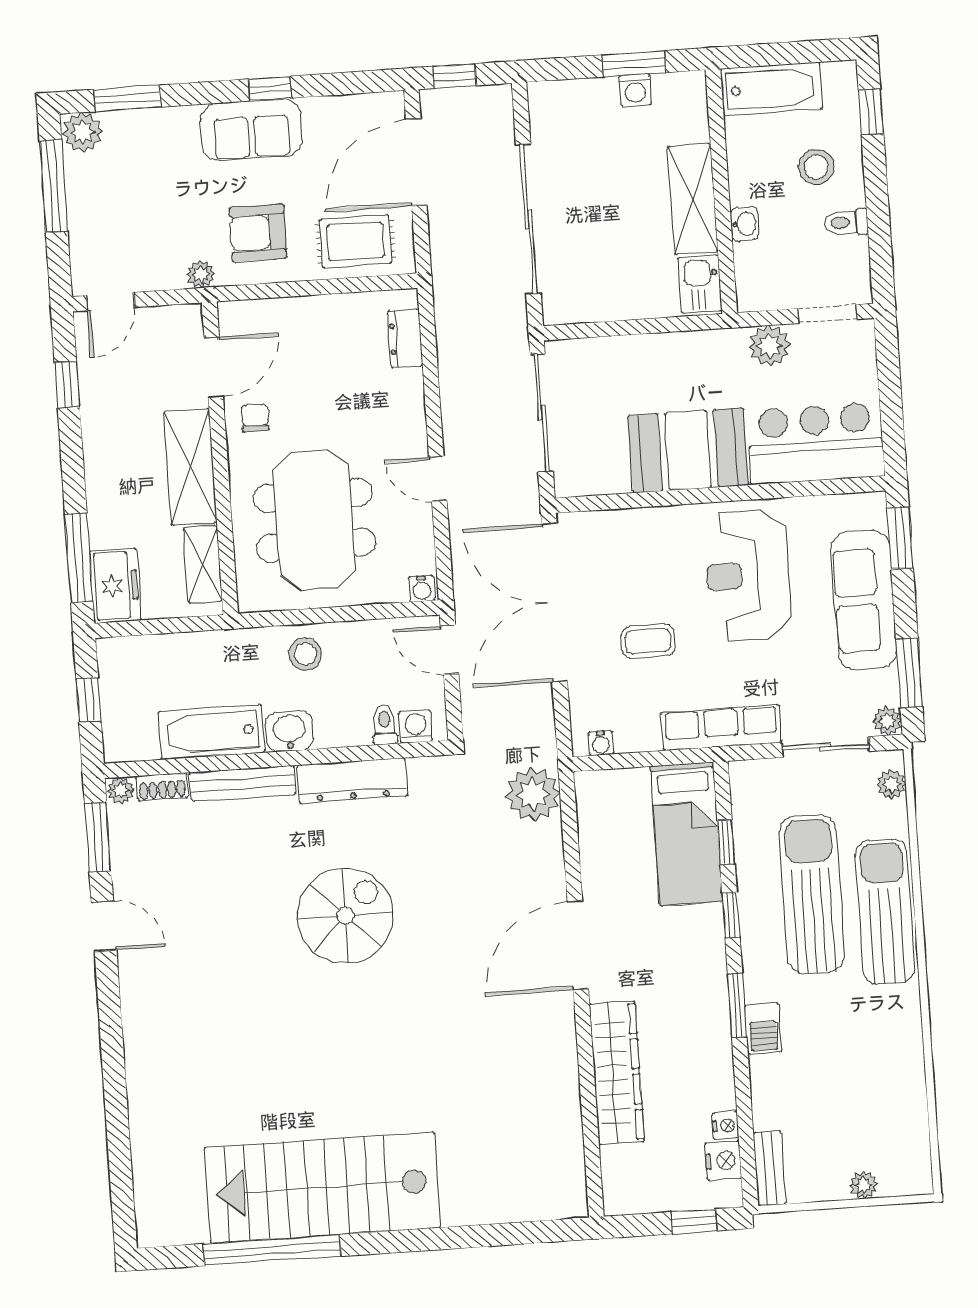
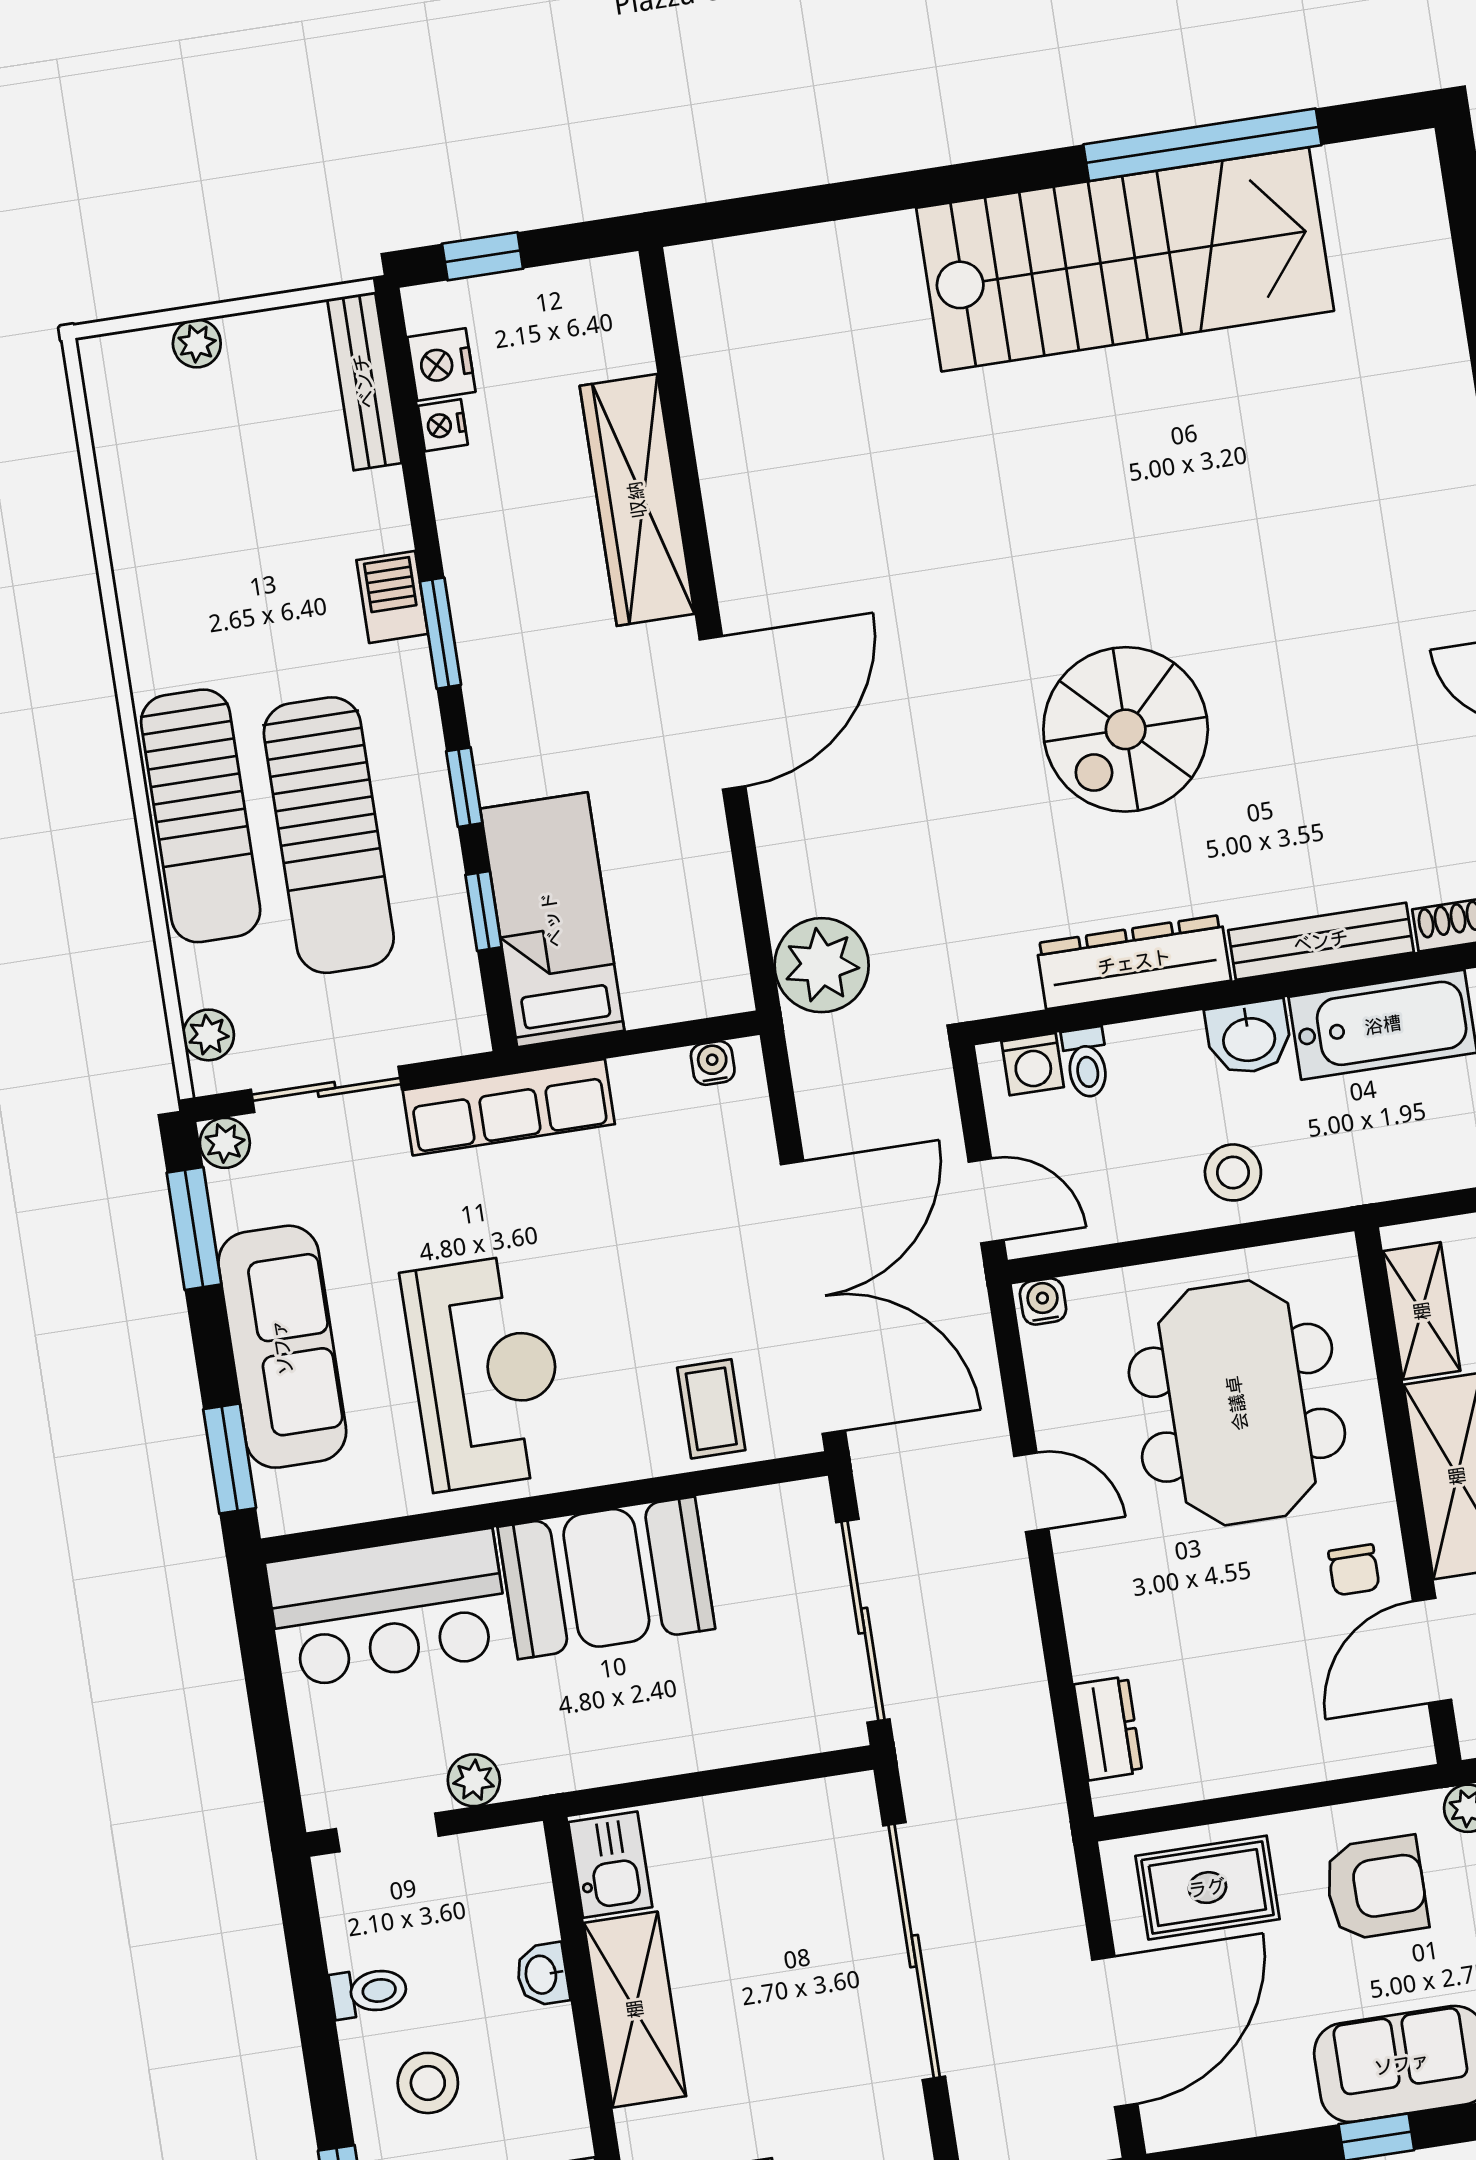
plant: (769, 346) -> (474, 1780), width x0.73, depth x0.73
coffee table: (648, 641) -> (711, 1409), moved, turned 90
bench: (770, 1168) -> (364, 381), width x1.36

